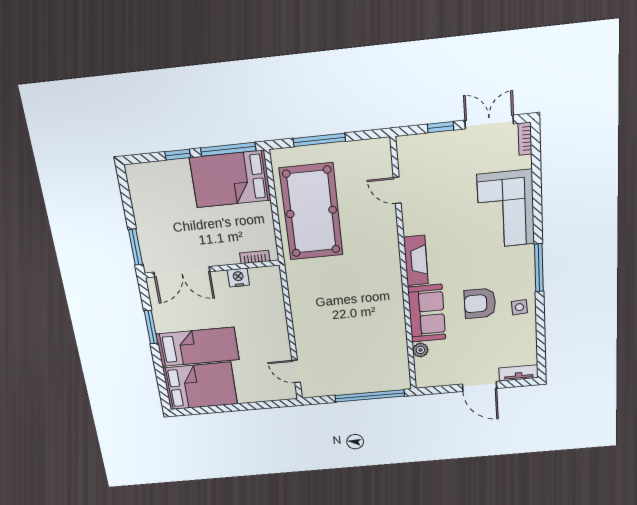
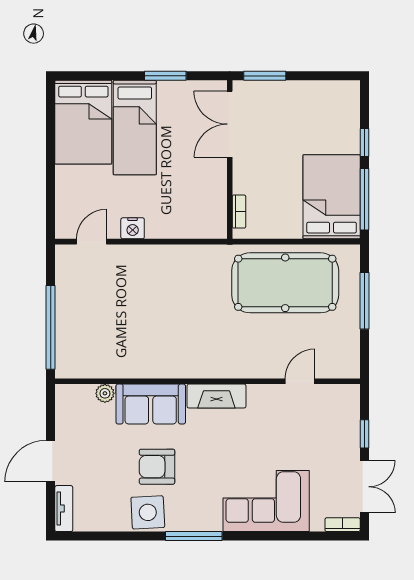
nightstand: (238, 277) -> (133, 228), moved, turned 90
armchair: (480, 303) -> (157, 467), turned -90
side table: (519, 307) -> (148, 512), width x1.87, depth x1.87

